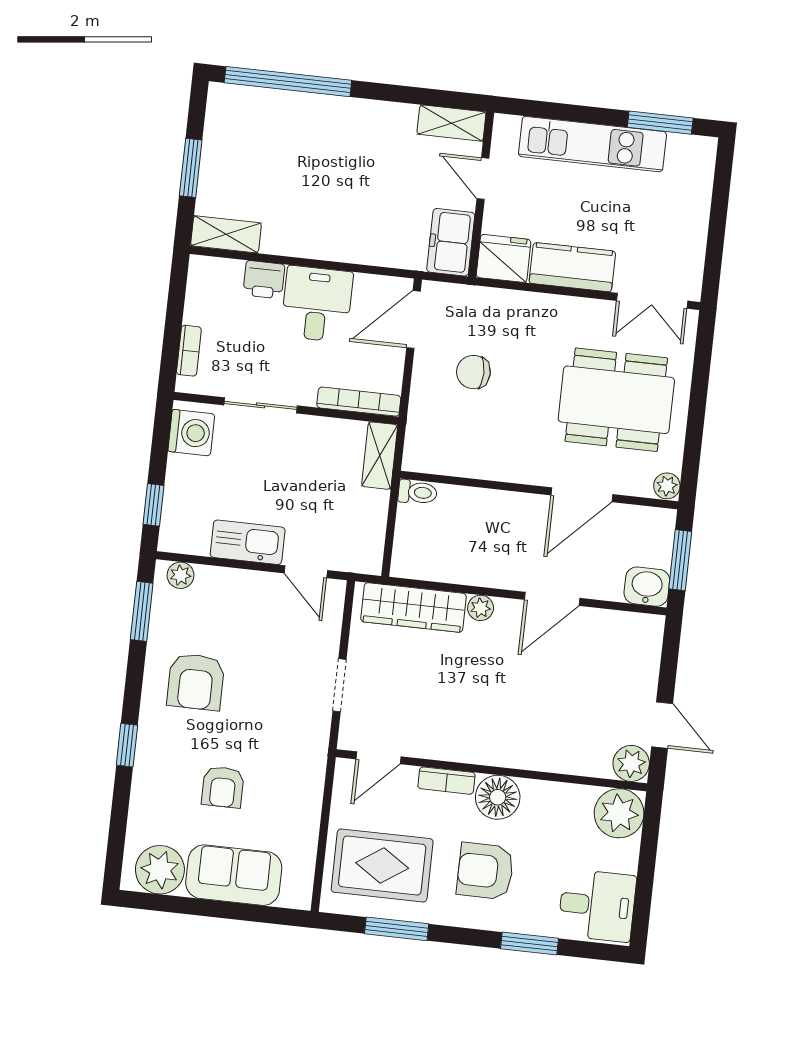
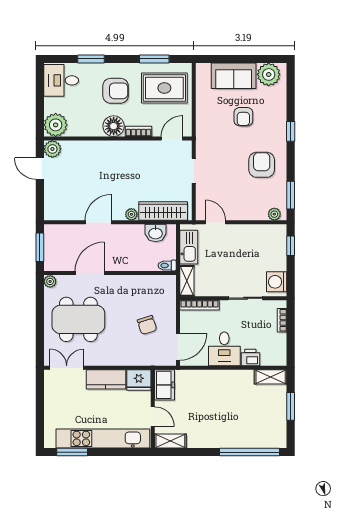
kitchen unit: (592, 144) -> (103, 438), width x1.36
chair: (473, 372) -> (147, 325), turned 72
kitchen sink: (248, 542) -> (189, 247), moved, turned -90
washbasin: (647, 587) -> (156, 233), moved
armchair: (223, 787) -> (243, 117), turned 180

